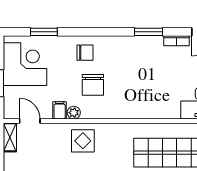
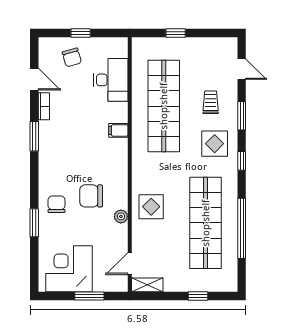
window: (44, 32) -> (34, 223), moved
chair: (93, 85) -> (91, 196), turned 180
filing cabinet: (60, 110) -> (118, 130), moved

